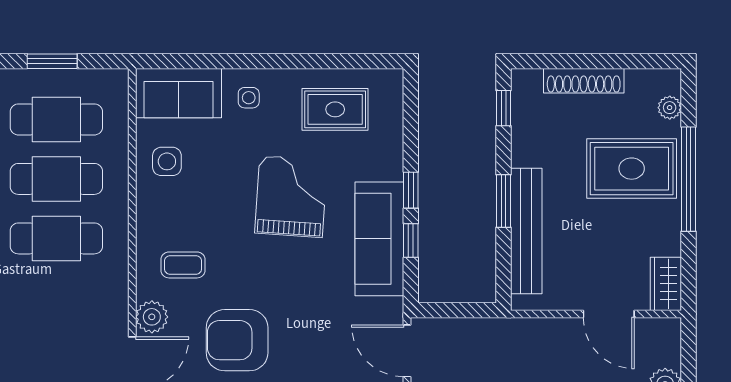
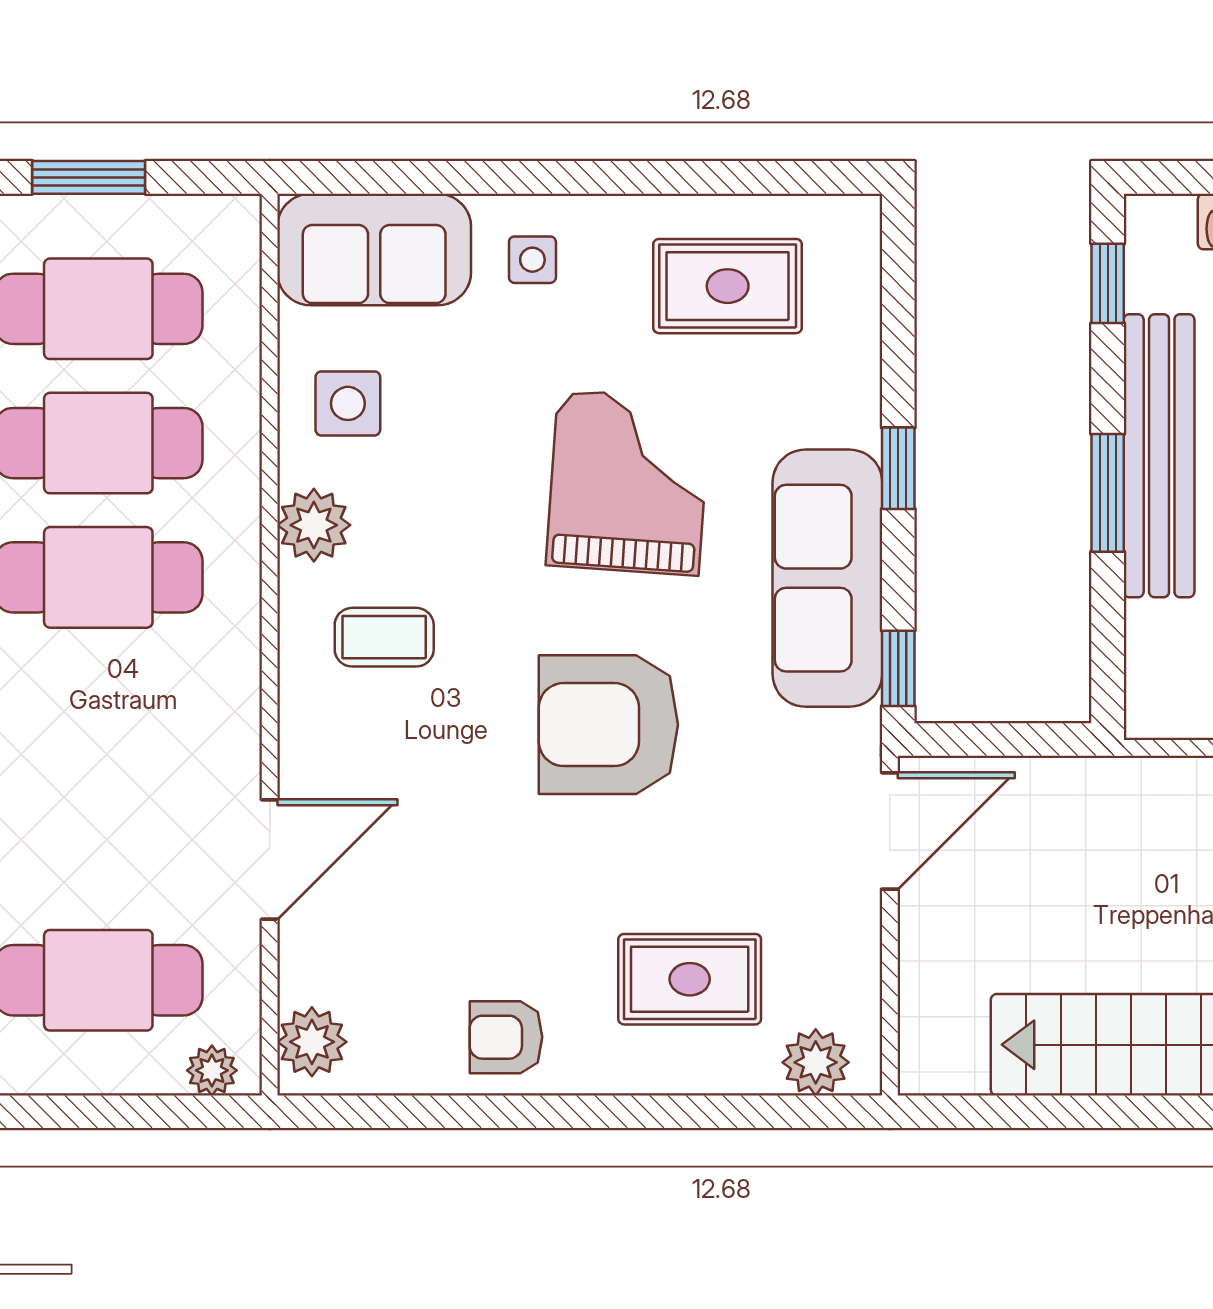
bench: (526, 231) -> (1159, 456), moved
window: (411, 241) -> (898, 668), moved
plant: (152, 317) -> (314, 525), moved
armchair: (237, 340) -> (608, 725), moved
door: (407, 351) -> (890, 831), swing flipped

